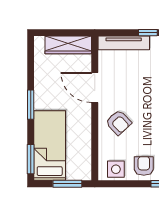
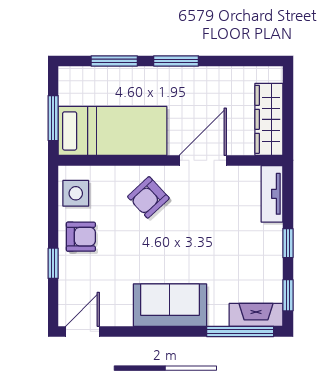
tv unit: (124, 43) -> (272, 194), width x0.71
bed: (50, 146) -> (113, 131), moved
window: (31, 159) -> (114, 61), moved

